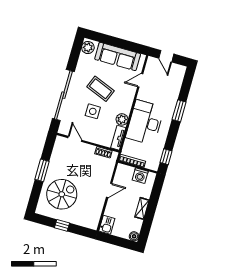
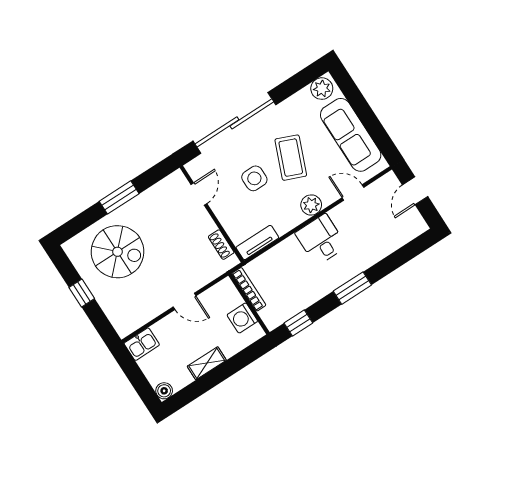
window: (179, 111) -> (352, 288), moved
plant: (122, 119) -> (311, 205), moved
desk: (145, 122) -> (321, 240), width x0.53, depth x0.77

